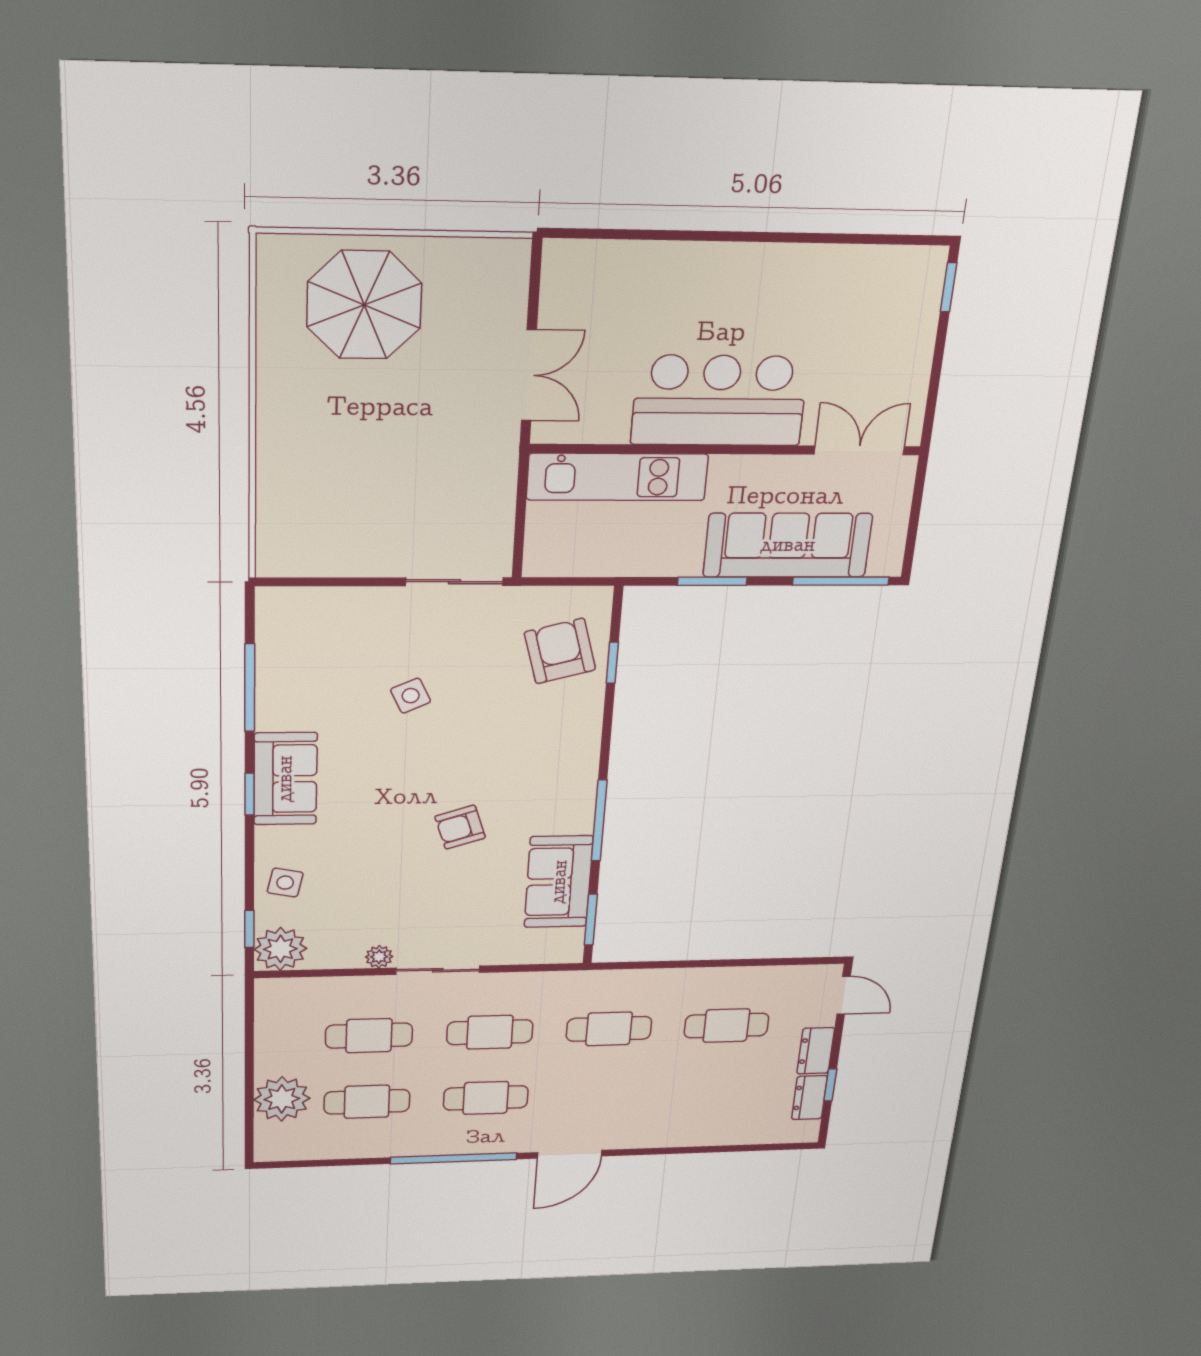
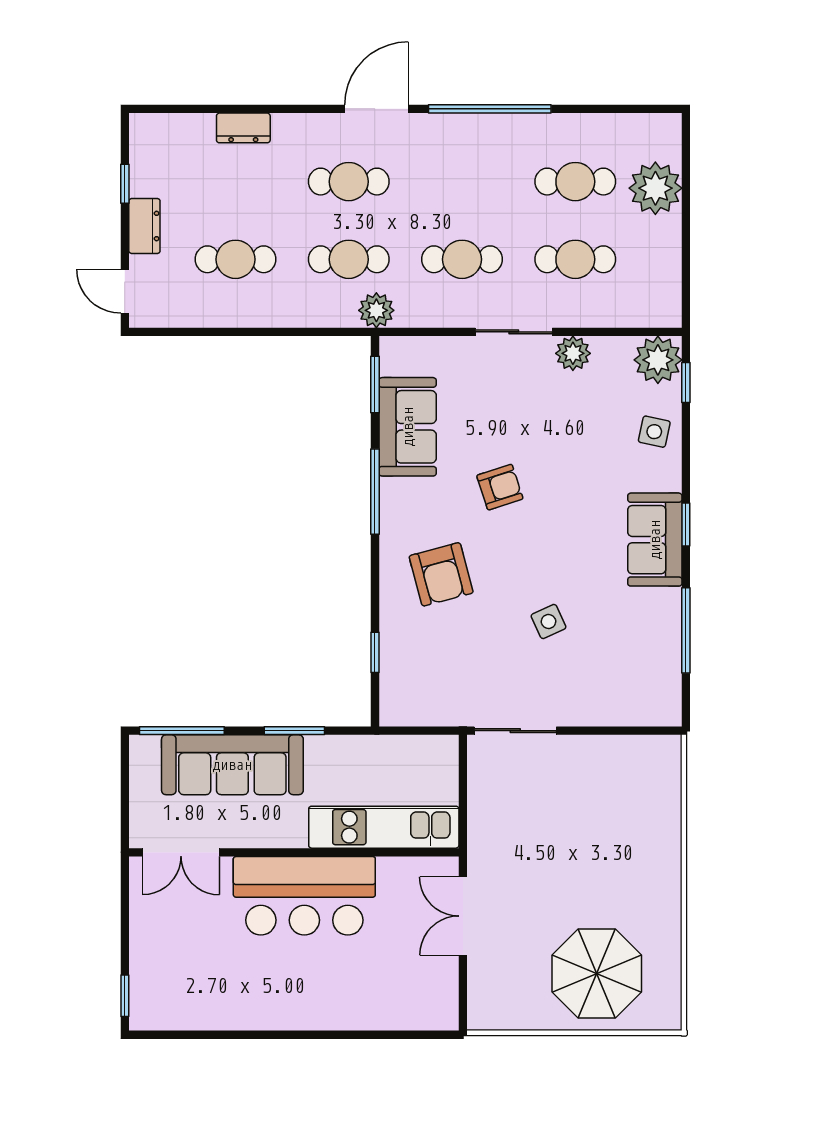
armchair: (560, 651) -> (441, 574), moved
plant: (379, 957) -> (573, 353), width x1.38, depth x1.38
plant: (584, 986) -> (376, 310), added
cafe table: (486, 1098) -> (349, 182), moved
dresser: (809, 1098) -> (243, 128), moved, turned 90

